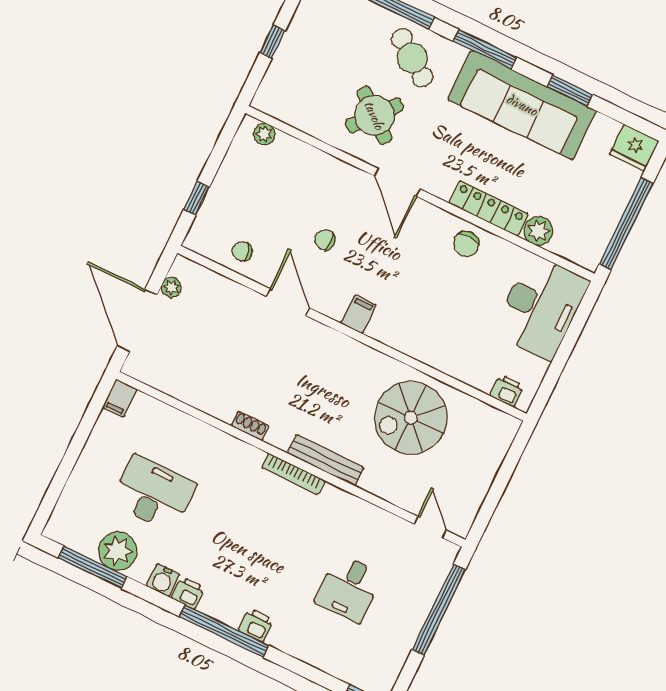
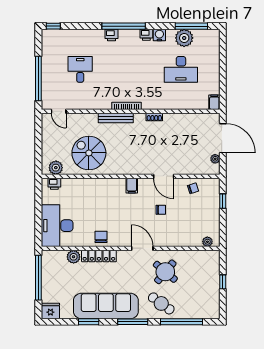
spiral stairs: (411, 418) -> (89, 153), turned -90
plant: (489, 421) -> (56, 168), added

